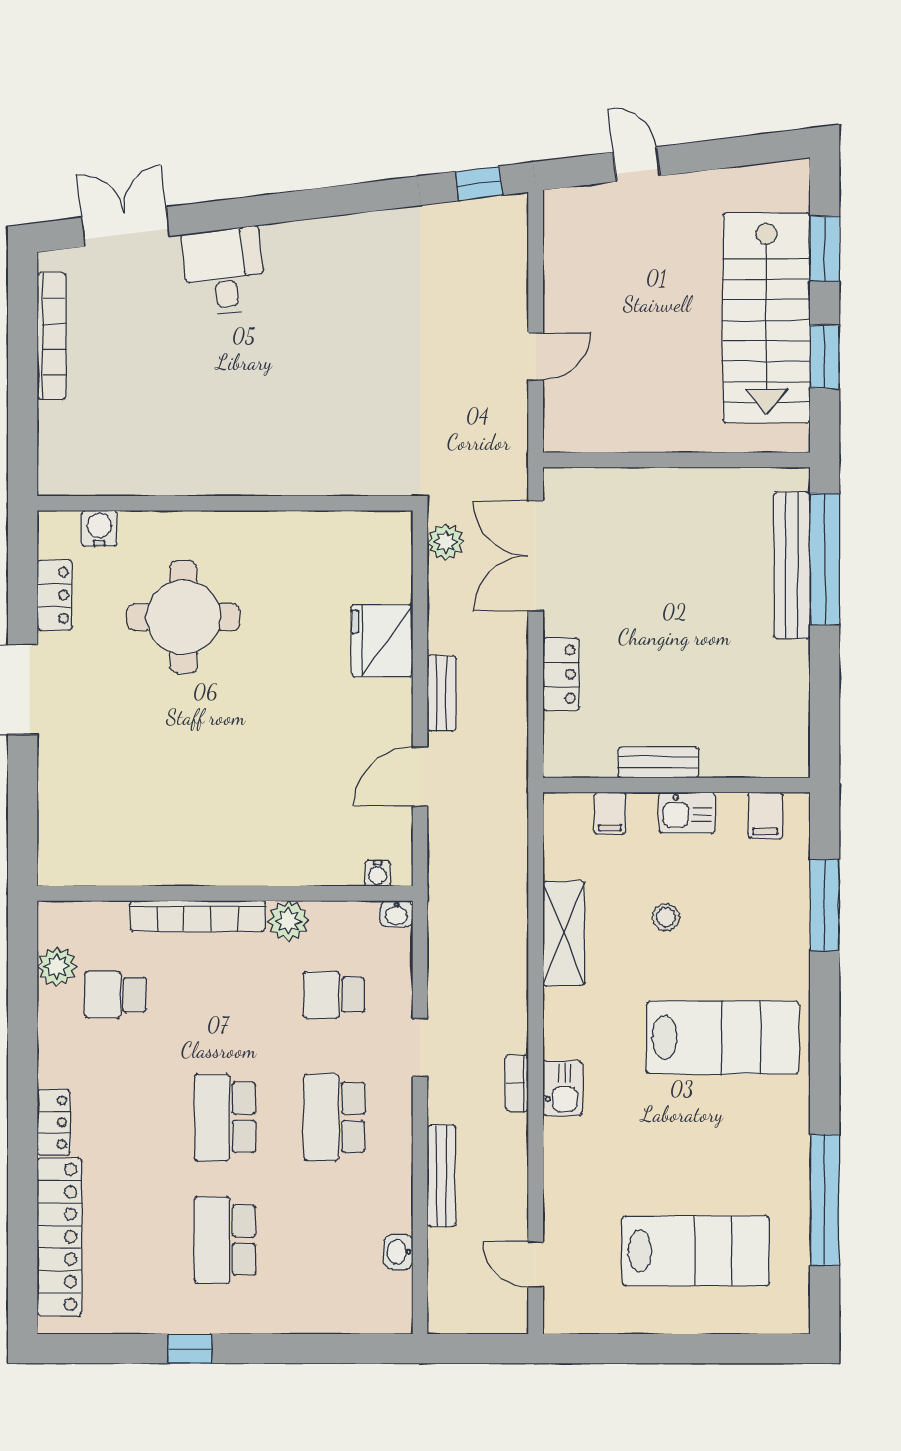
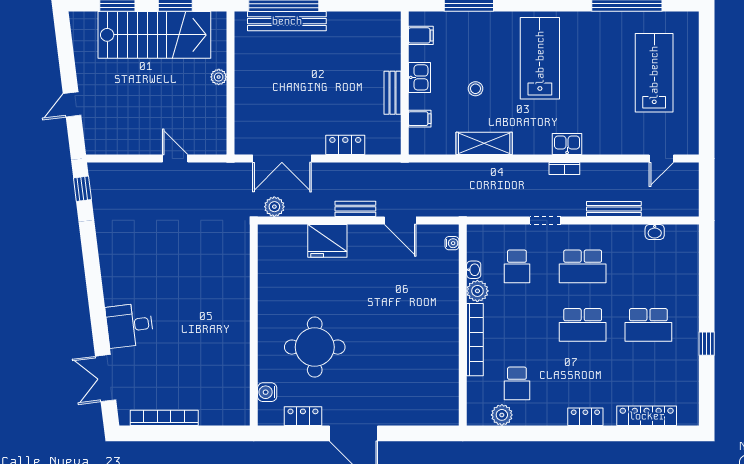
plant: (688, 438) -> (219, 77), added
washbasin: (396, 914) -> (474, 270), moved
locker: (59, 1237) -> (647, 416), width x0.71, depth x0.83

